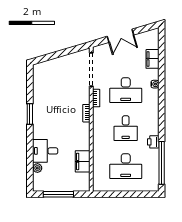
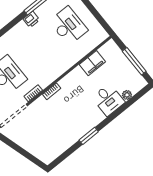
desk: (126, 128) -> (38, 50), removed

